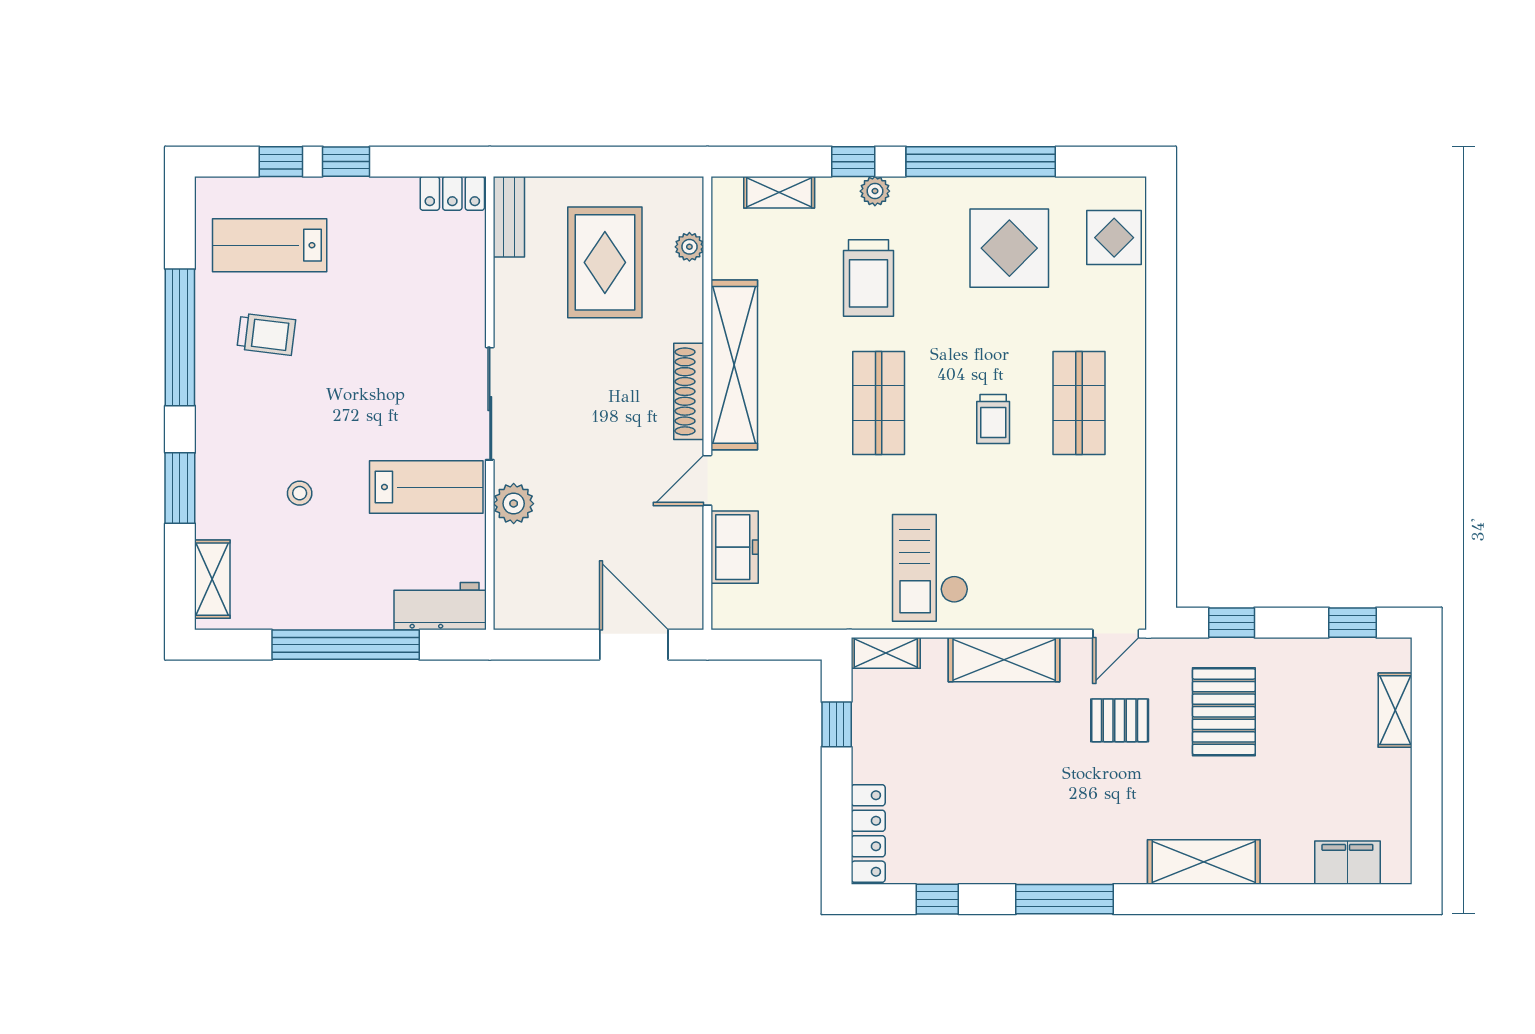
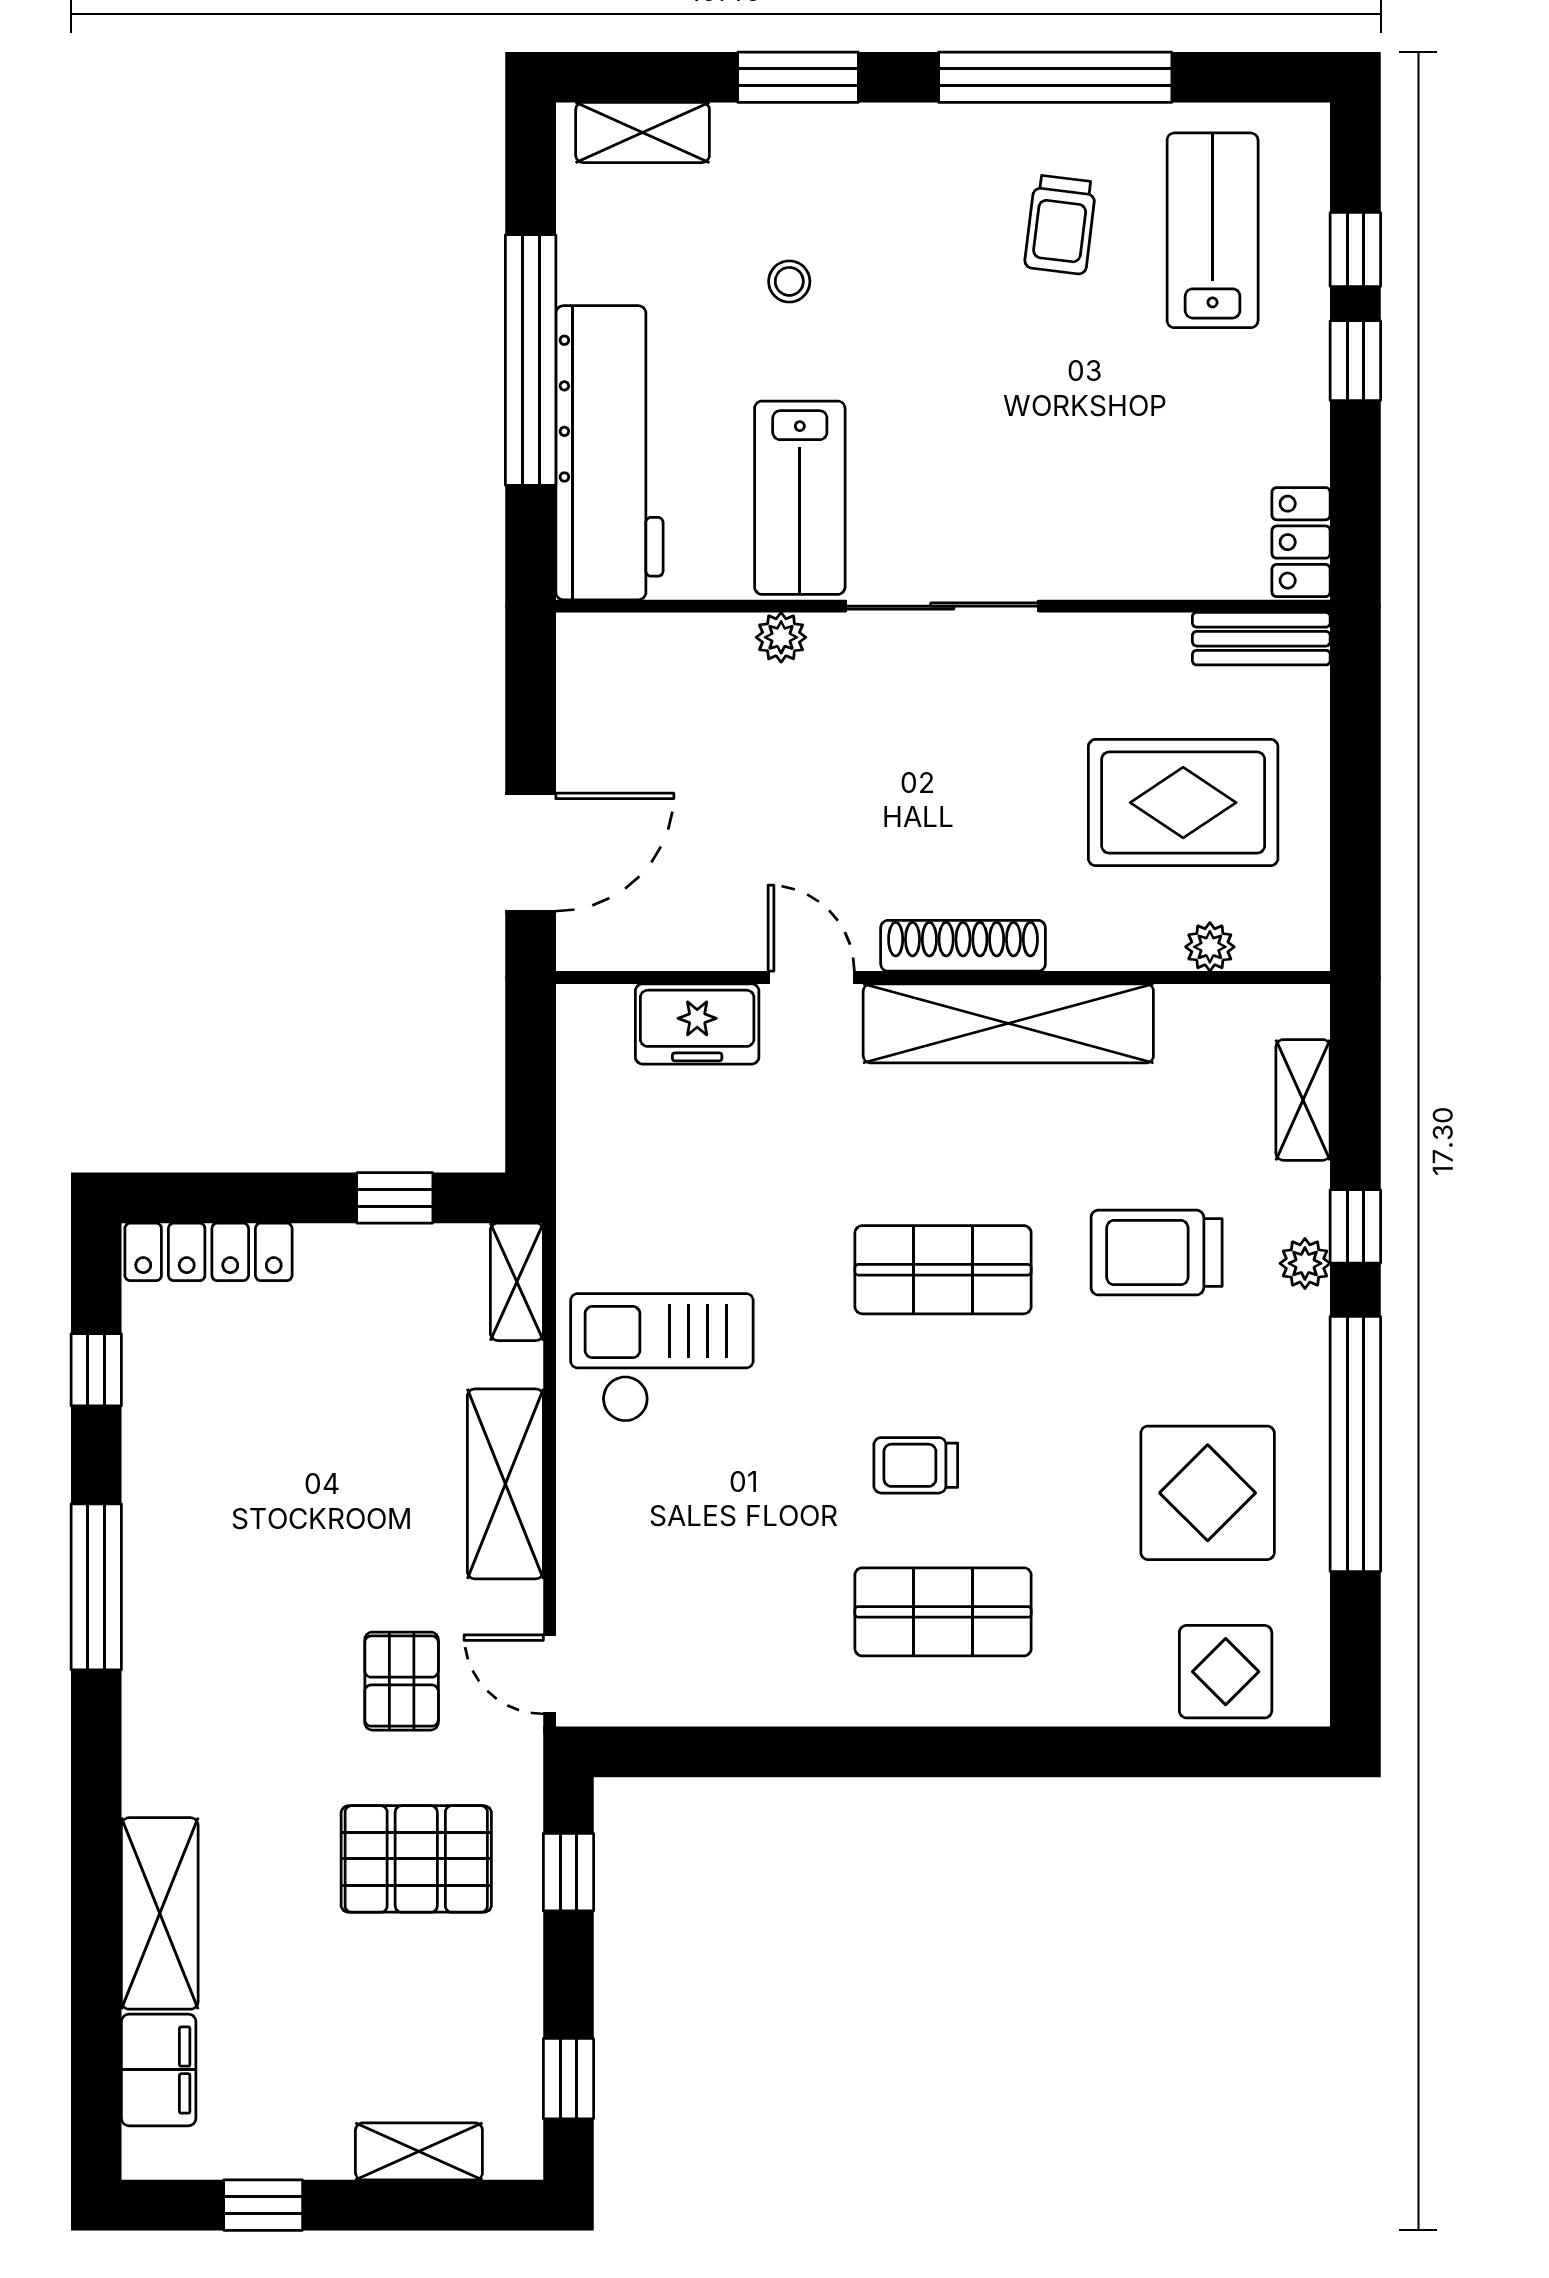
plant: (514, 504) -> (781, 637), width x0.73, depth x0.73
workbench: (440, 606) -> (609, 453), width x1.88, depth x1.32
window: (1427, 801) -> (263, 2205), added
shelving: (1204, 862) -> (160, 1913), moved

